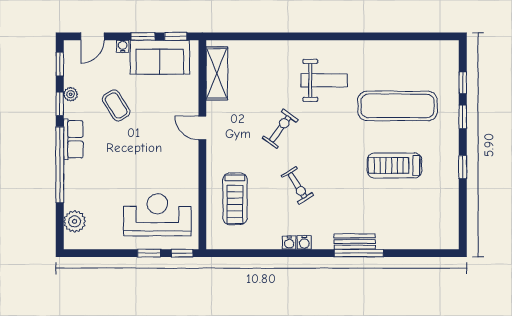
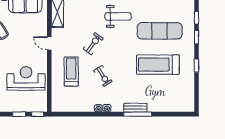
treadmill: (395, 165) -> (158, 65), width x1.37, depth x1.38
treadmill: (235, 199) -> (71, 71), moved, turned 180
reception desk: (157, 215) -> (26, 78), moved

